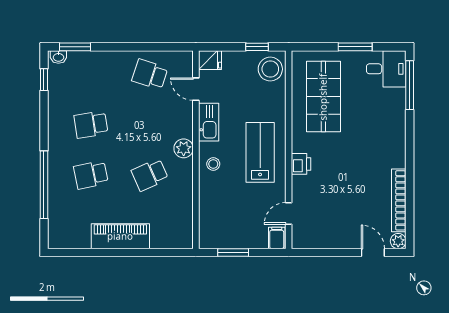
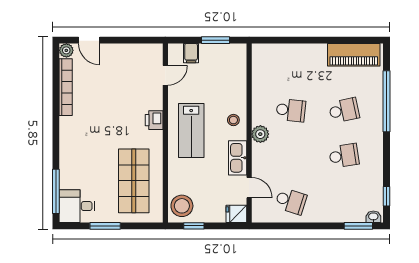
school desk: (150, 175) -> (291, 110), turned 30
piano: (120, 236) -> (354, 55), moved
filing cabinet: (277, 238) -> (191, 53), moved

